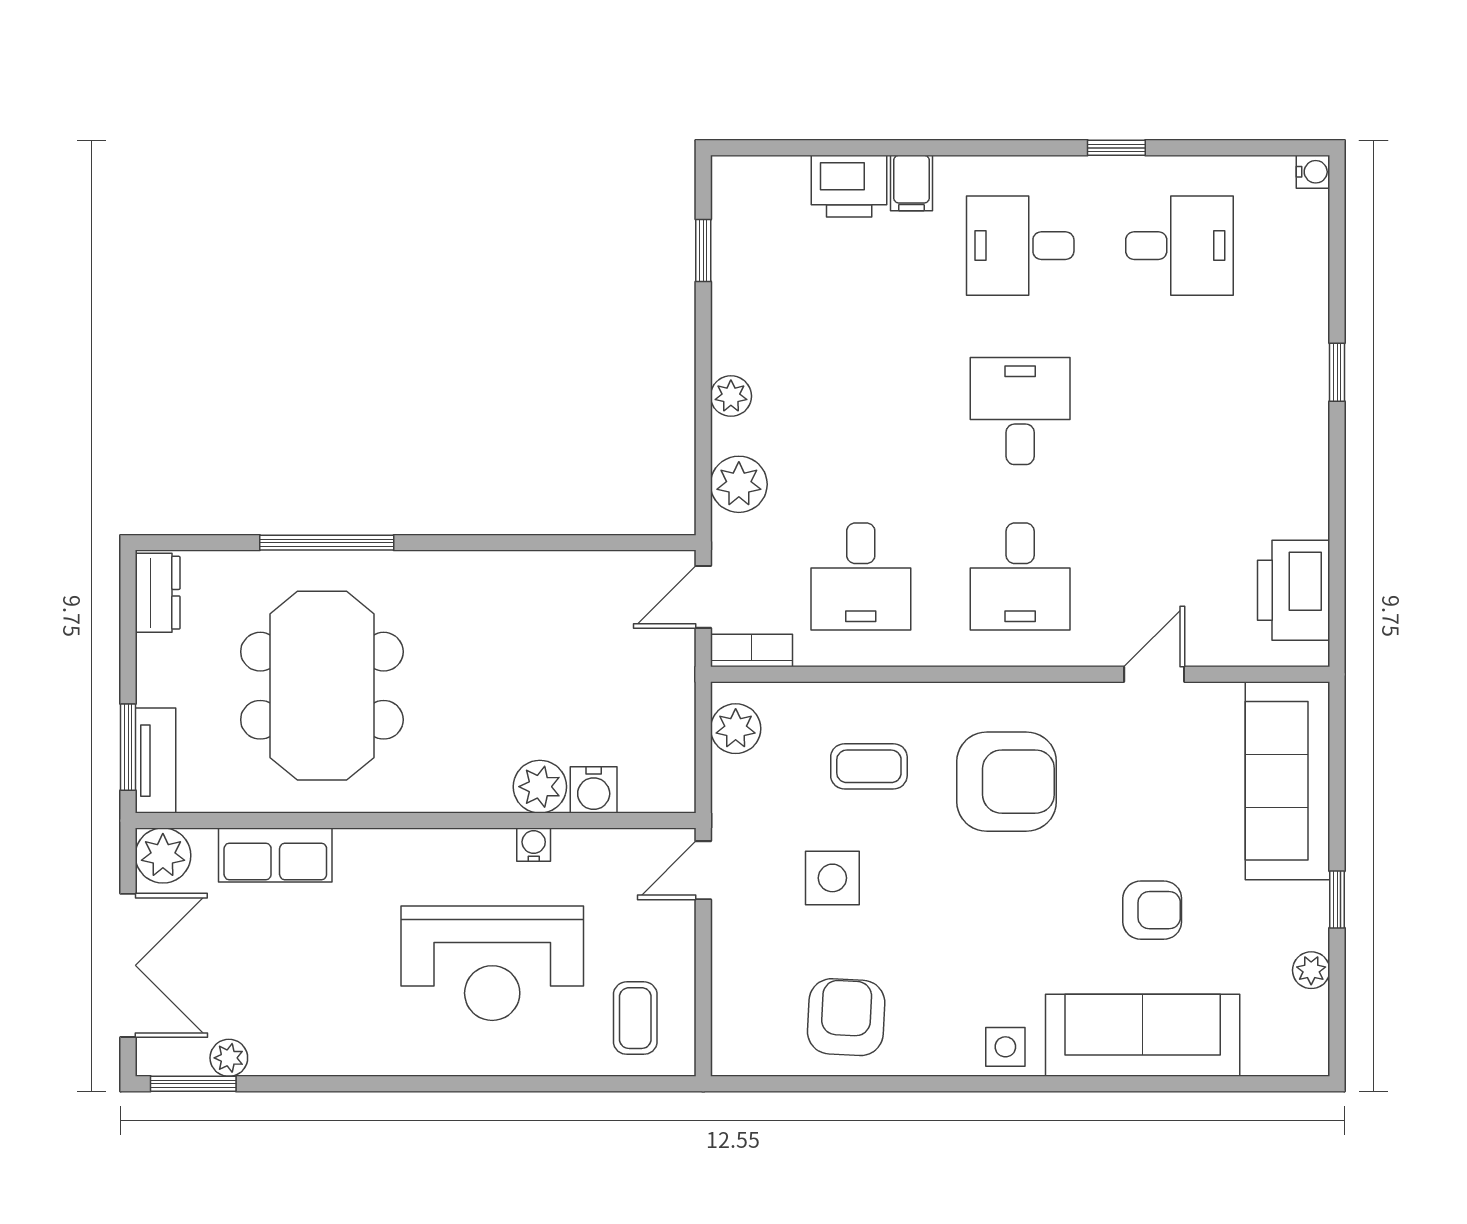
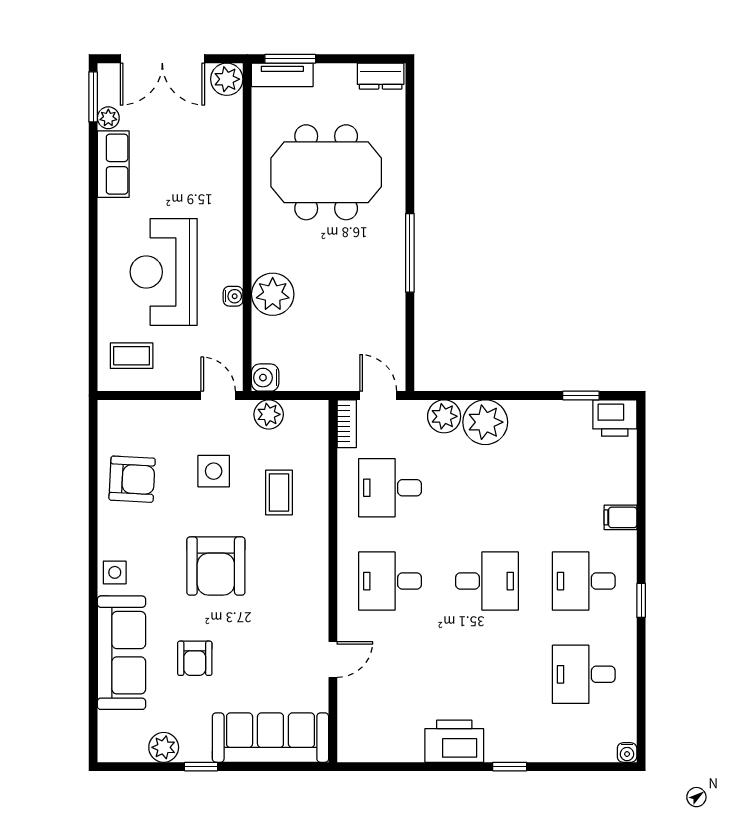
window: (1116, 148) -> (641, 600), moved
printer: (849, 186) -> (615, 418), moved, turned -90
desk: (1020, 246) -> (584, 581), turned -90
desk: (1179, 246) -> (584, 674), turned 90
plant: (731, 396) -> (485, 422), width x1.88, depth x1.88
window: (327, 543) -> (410, 253), moved
printer: (1294, 590) -> (454, 741), moved
door: (1154, 674) -> (333, 659), hinge flipped
plant: (736, 729) -> (269, 414), moved
armchair: (1007, 782) -> (216, 566), moved
plant: (540, 787) -> (273, 294), width x1.36, depth x1.36
water cooler: (594, 790) -> (265, 378), moved
row of seats: (275, 855) -> (113, 164), moved, turned 180
plant: (1311, 970) -> (164, 747), width x1.38, depth x1.38

